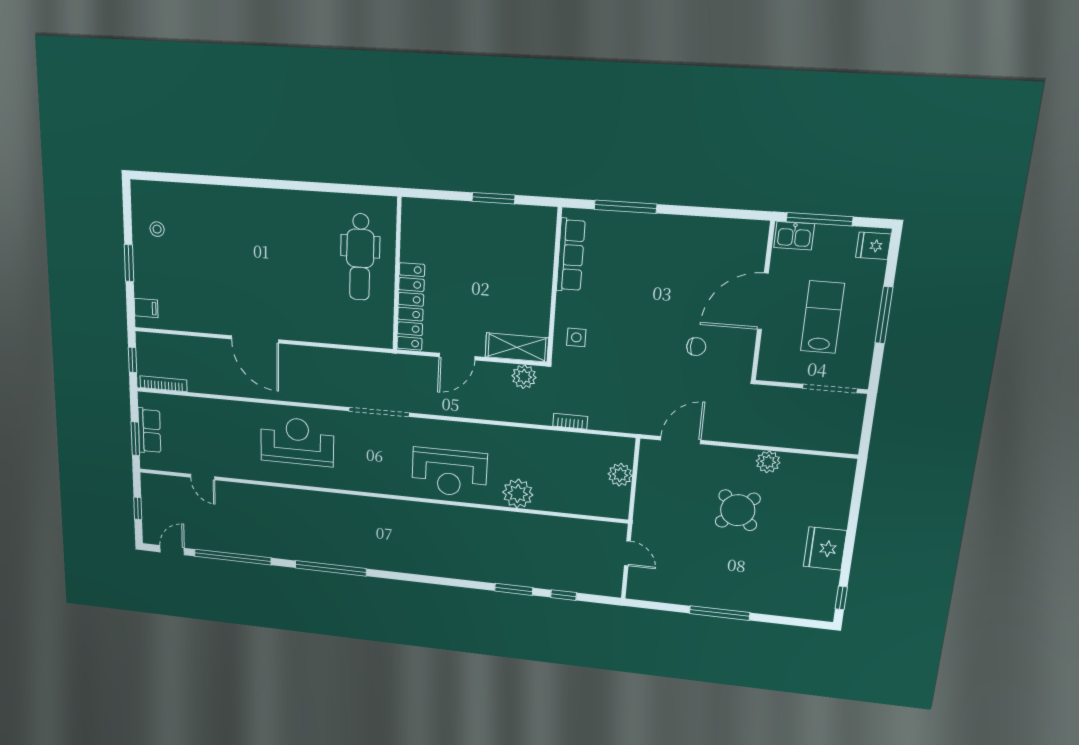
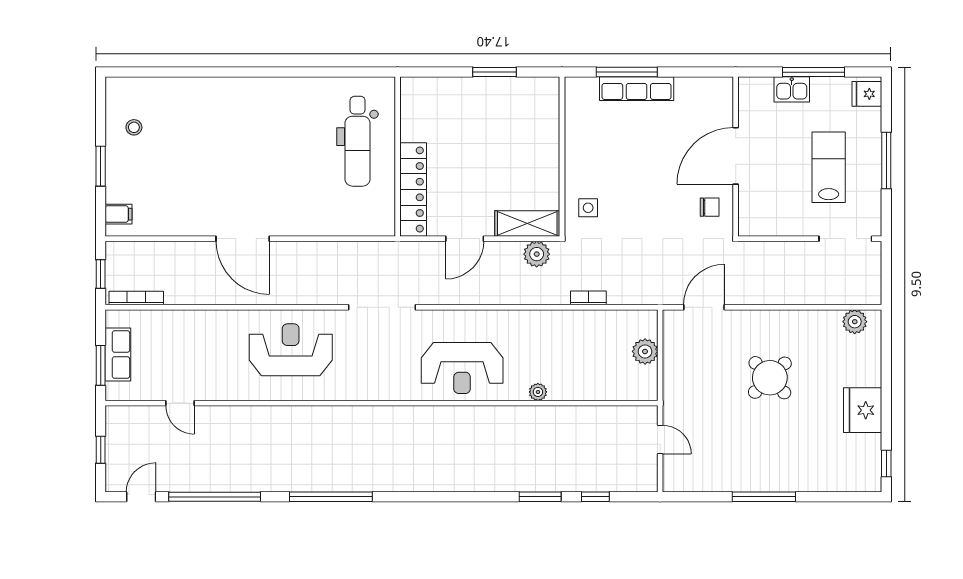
row of seats: (571, 255) -> (637, 89), moved, turned 90
door: (763, 301) -> (736, 156), moved
wall: (763, 302) -> (736, 157), moved
plant: (768, 462) -> (855, 322), moved
plant: (518, 494) -> (538, 392), width x0.53, depth x0.53

